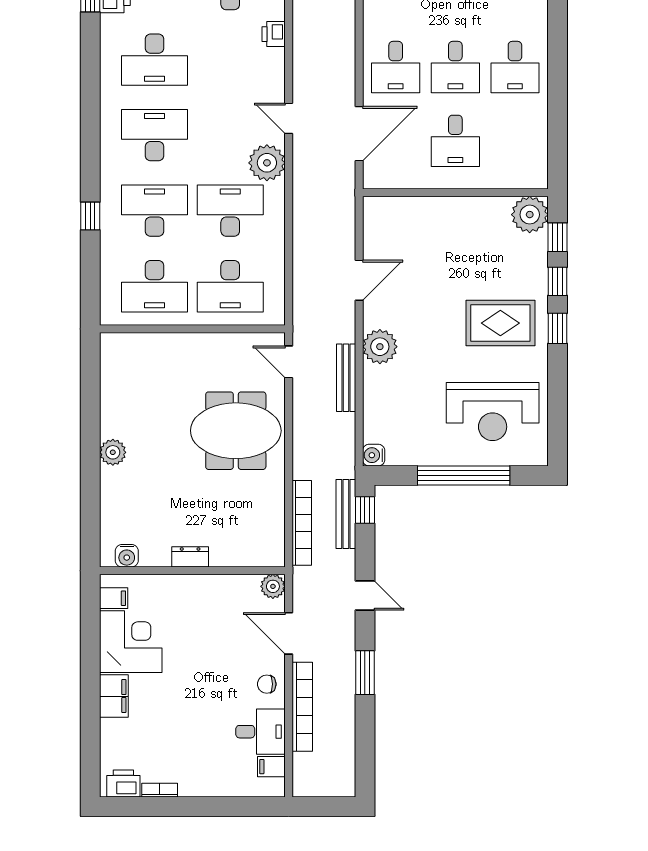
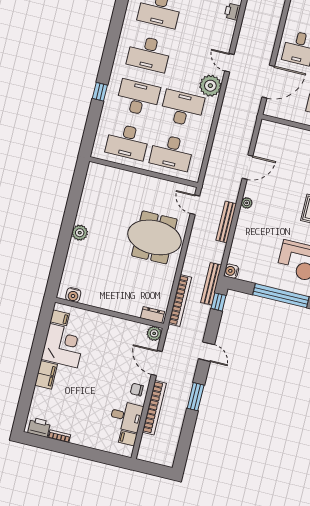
desk: (155, 135) -> (149, 54), turned 180
plant: (380, 347) -> (247, 203), width x0.53, depth x0.53
bench: (346, 514) -> (211, 284), moved
dresser: (190, 557) -> (152, 315), moved

